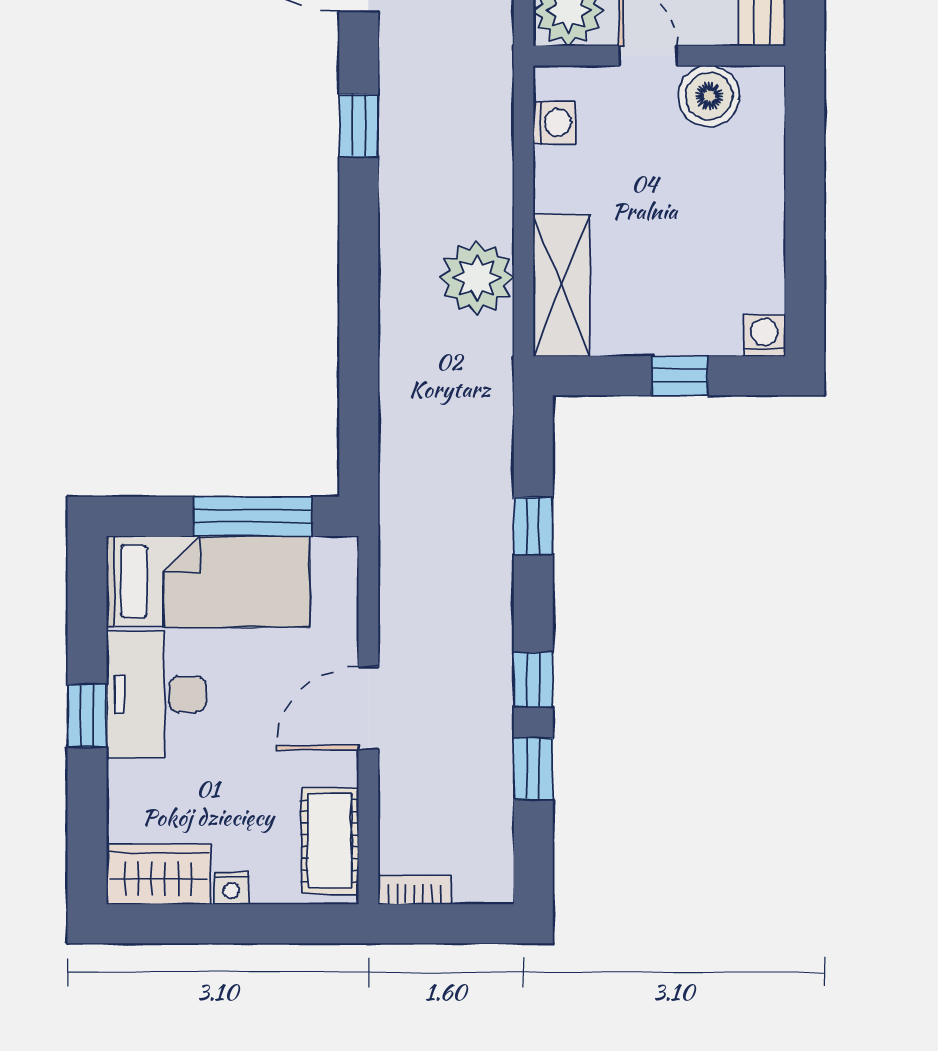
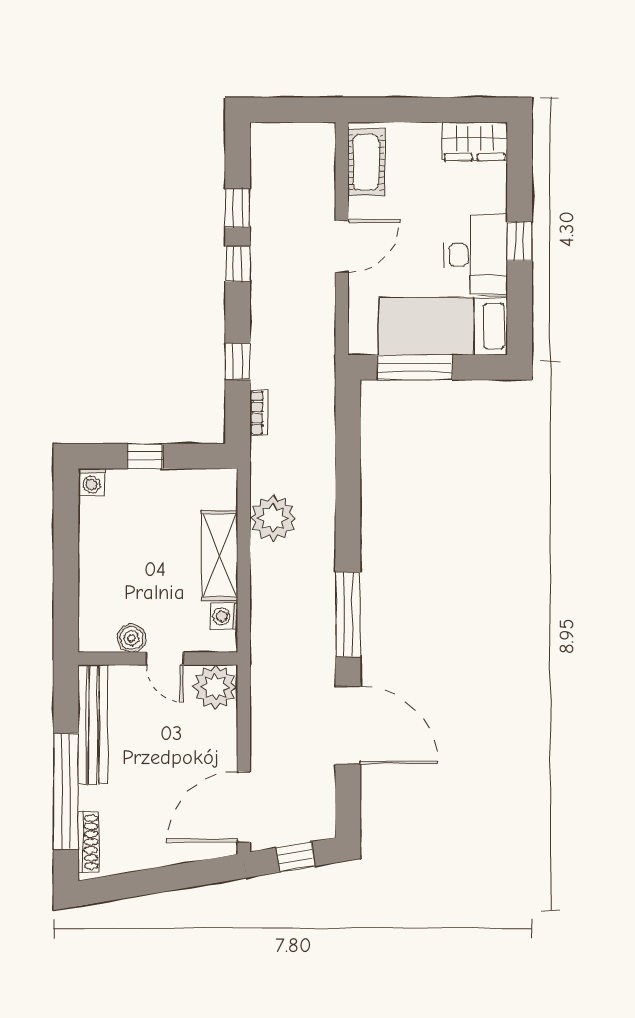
boiler: (709, 96) -> (132, 638), width x0.73, depth x0.73
window: (359, 125) -> (348, 614), width x2.17
shelving: (562, 285) -> (220, 555), moved
nightstand: (231, 888) -> (428, 132), removed
bookcase: (414, 890) -> (259, 413), moved, turned -90

